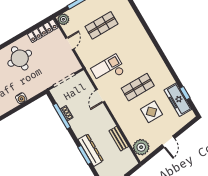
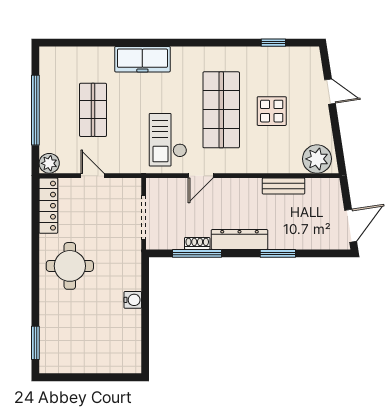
shop shelf: (138, 87) -> (221, 110), width x1.43, depth x1.36
door: (100, 96) -> (201, 176), hinge flipped
freezer: (178, 100) -> (142, 59), moved
door: (168, 142) -> (330, 92), moved
dresser: (91, 150) -> (239, 239), moved

